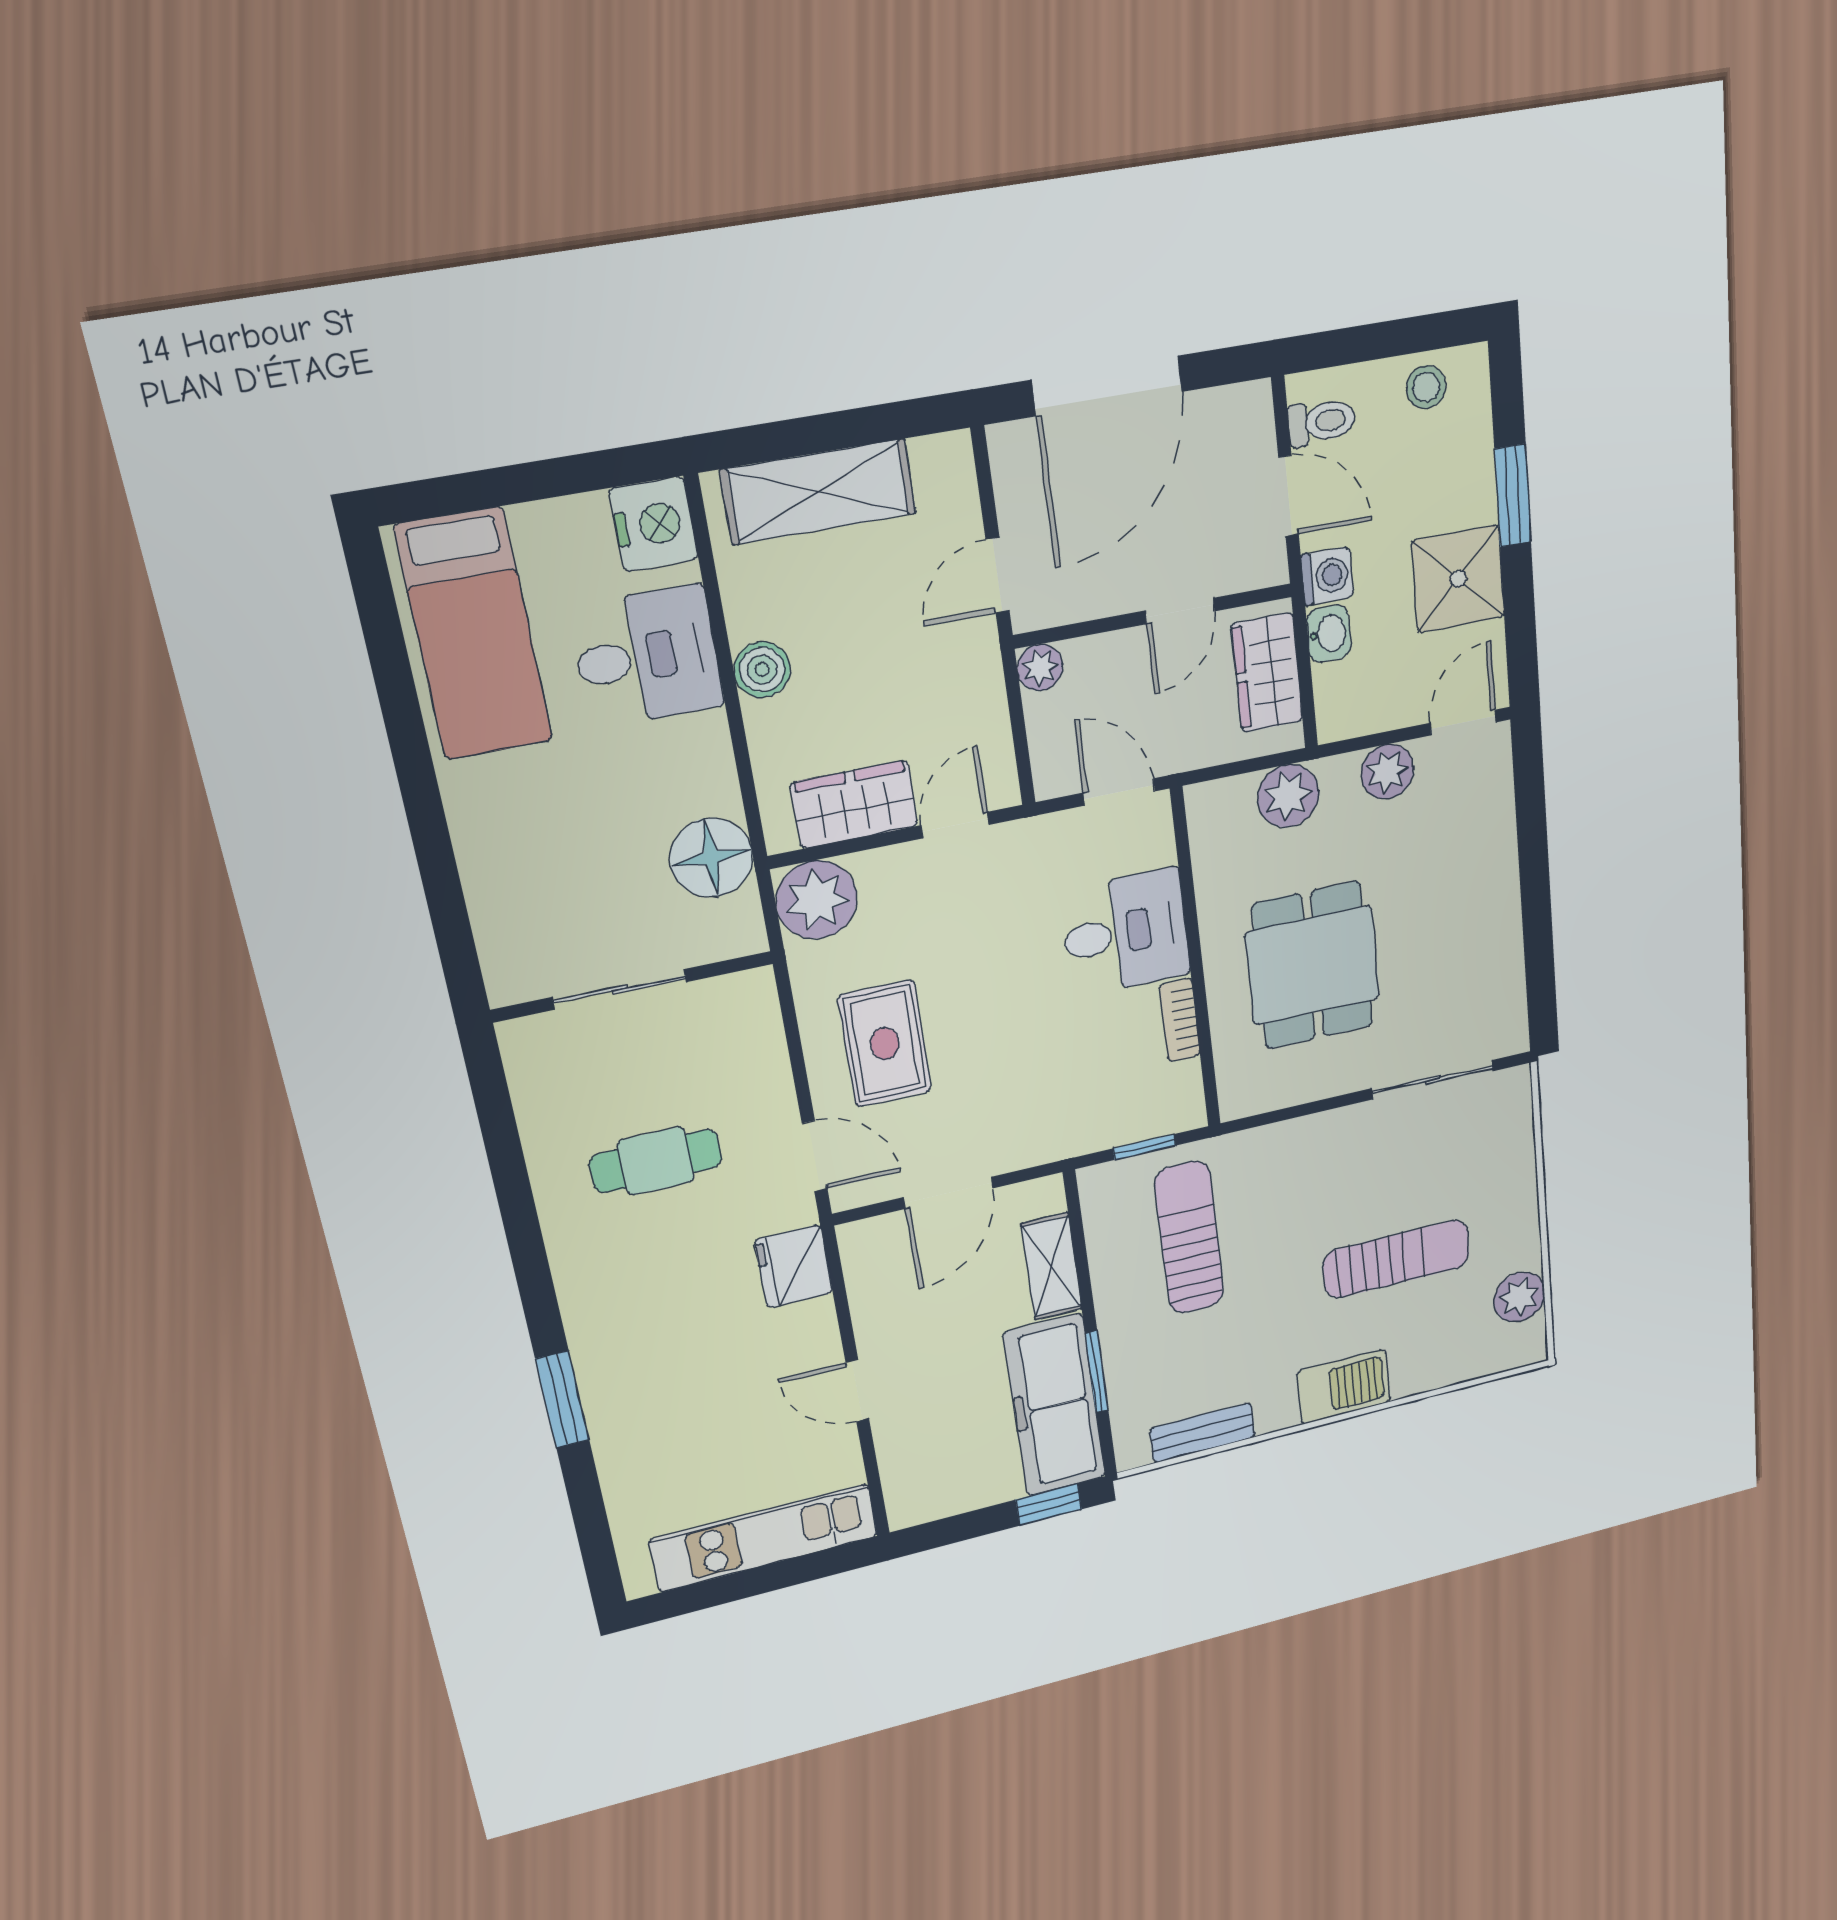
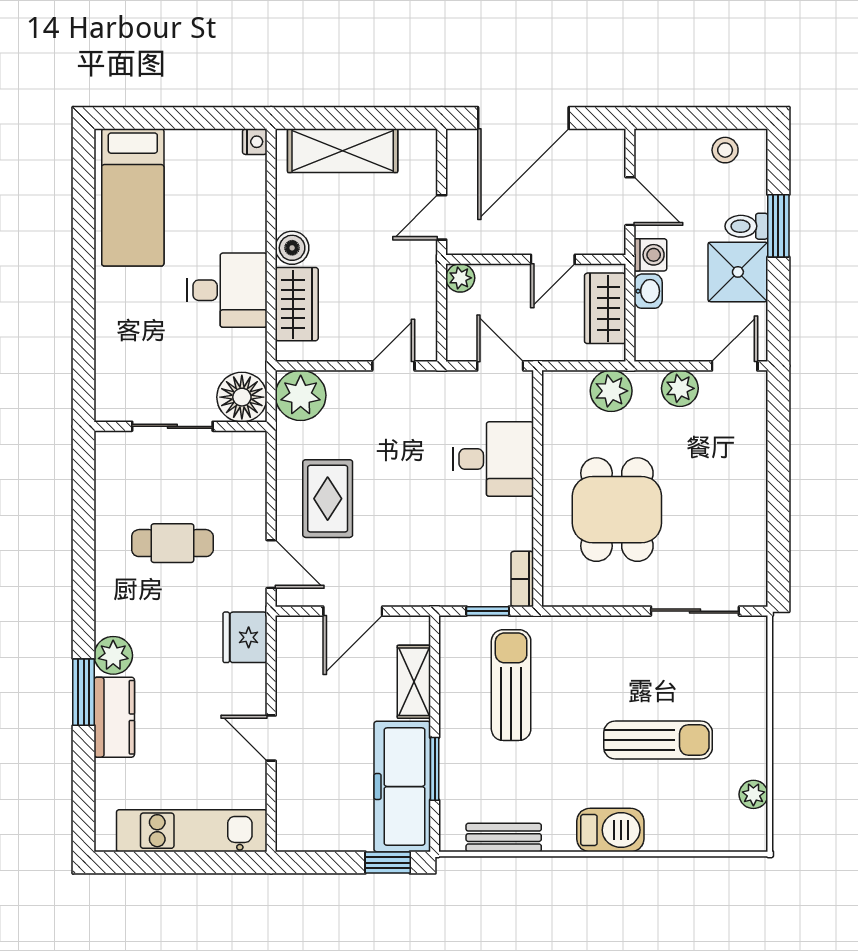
toilet: (1322, 422) -> (746, 226), moved, turned 180
nightstand: (654, 524) -> (255, 142), width x0.53, depth x0.56
desk: (647, 657) -> (227, 290), moved
wardrobe: (854, 805) -> (297, 304), moved, turned 90
floor lamp: (711, 858) -> (242, 397), moved
bookcase: (1180, 1020) -> (522, 579), moved
plant: (1519, 1297) -> (753, 794), width x0.73, depth x0.73
plant: (597, 1339) -> (113, 655), added
kitchen counter: (617, 1421) -> (114, 717), added

